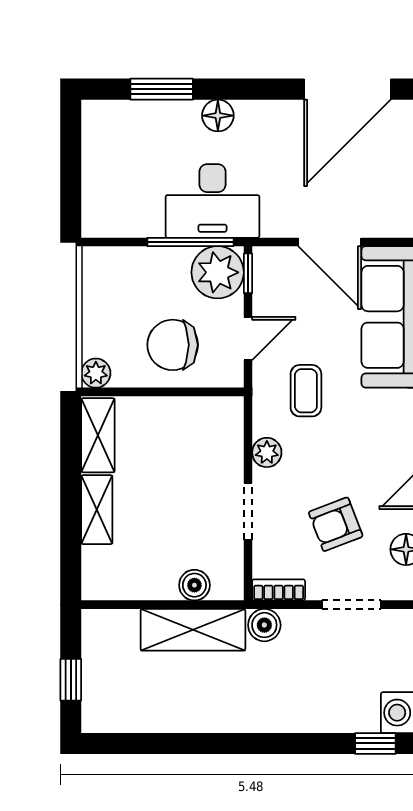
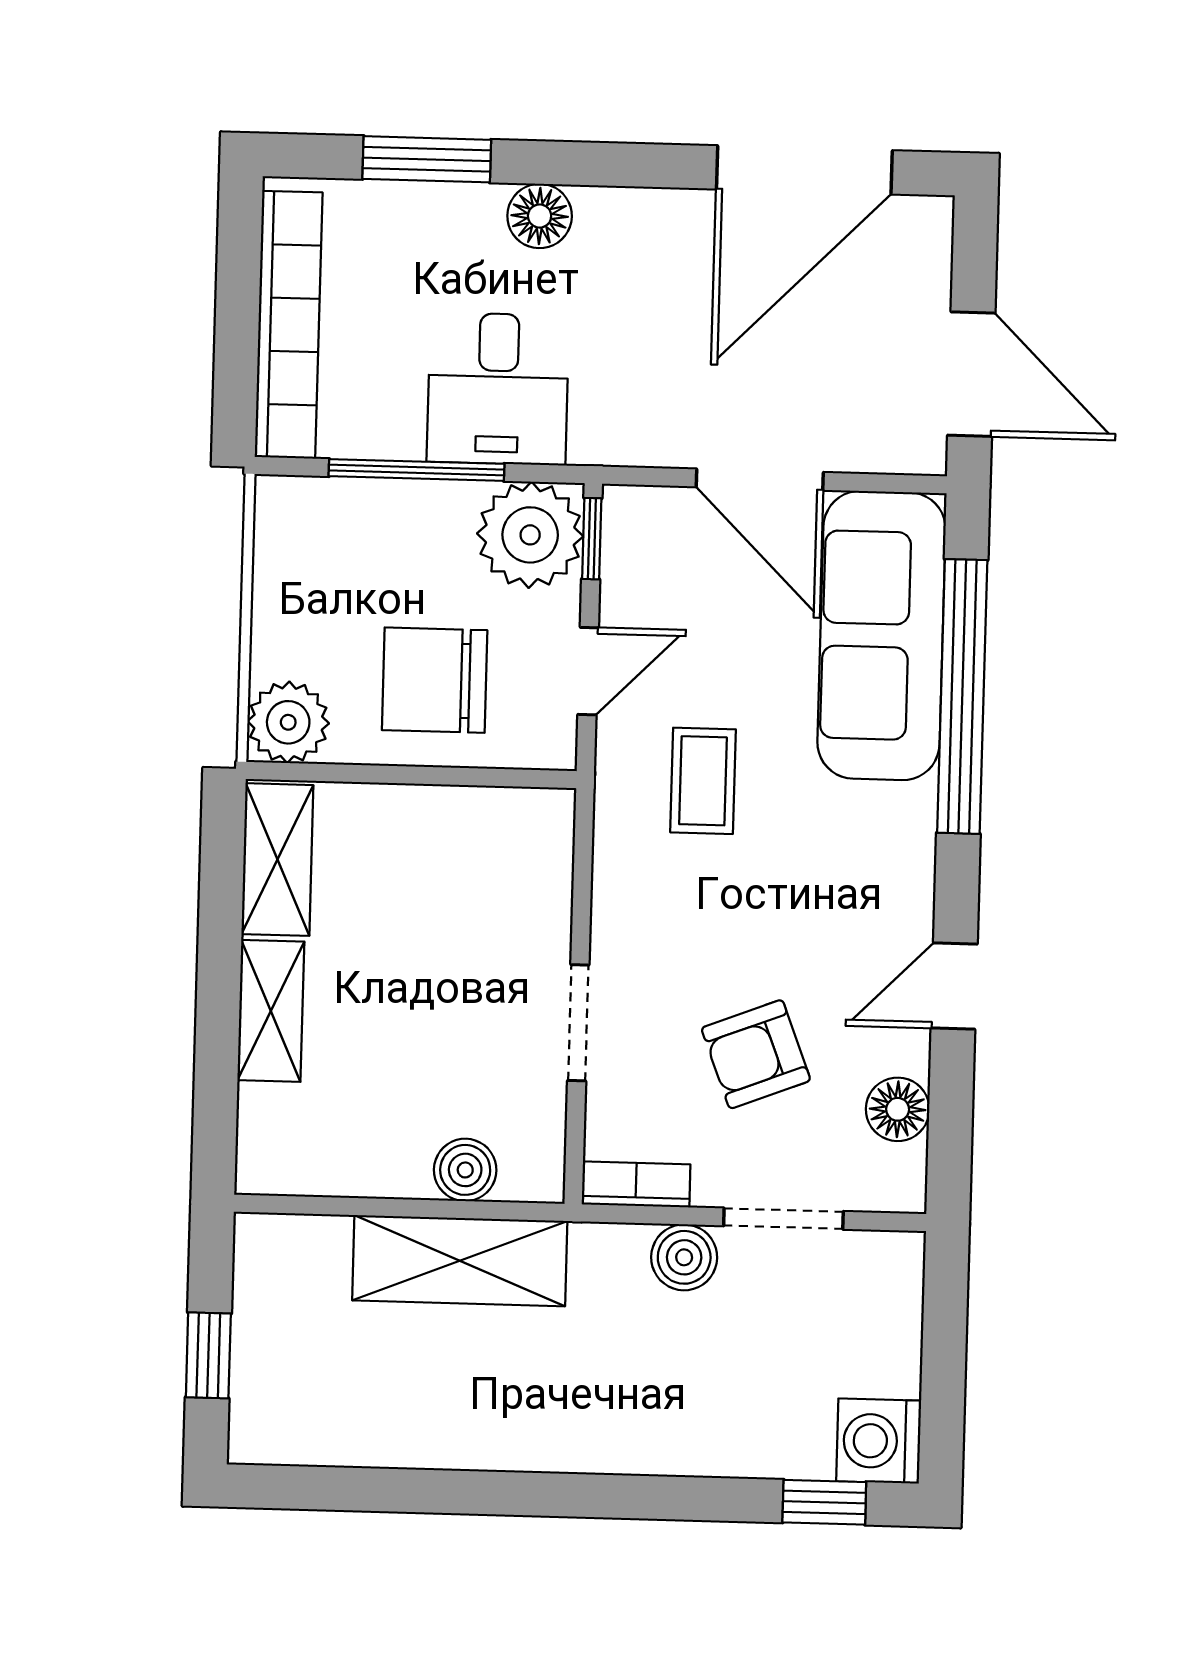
bookcase: (96, 172) -> (289, 325), added
desk: (212, 201) -> (498, 389), width x0.73
window: (190, 242) -> (416, 470), moved
plant: (96, 373) -> (288, 722), width x1.38, depth x1.38
plant: (267, 452) -> (620, 904), removed
boiler: (264, 625) -> (684, 1257), moved

